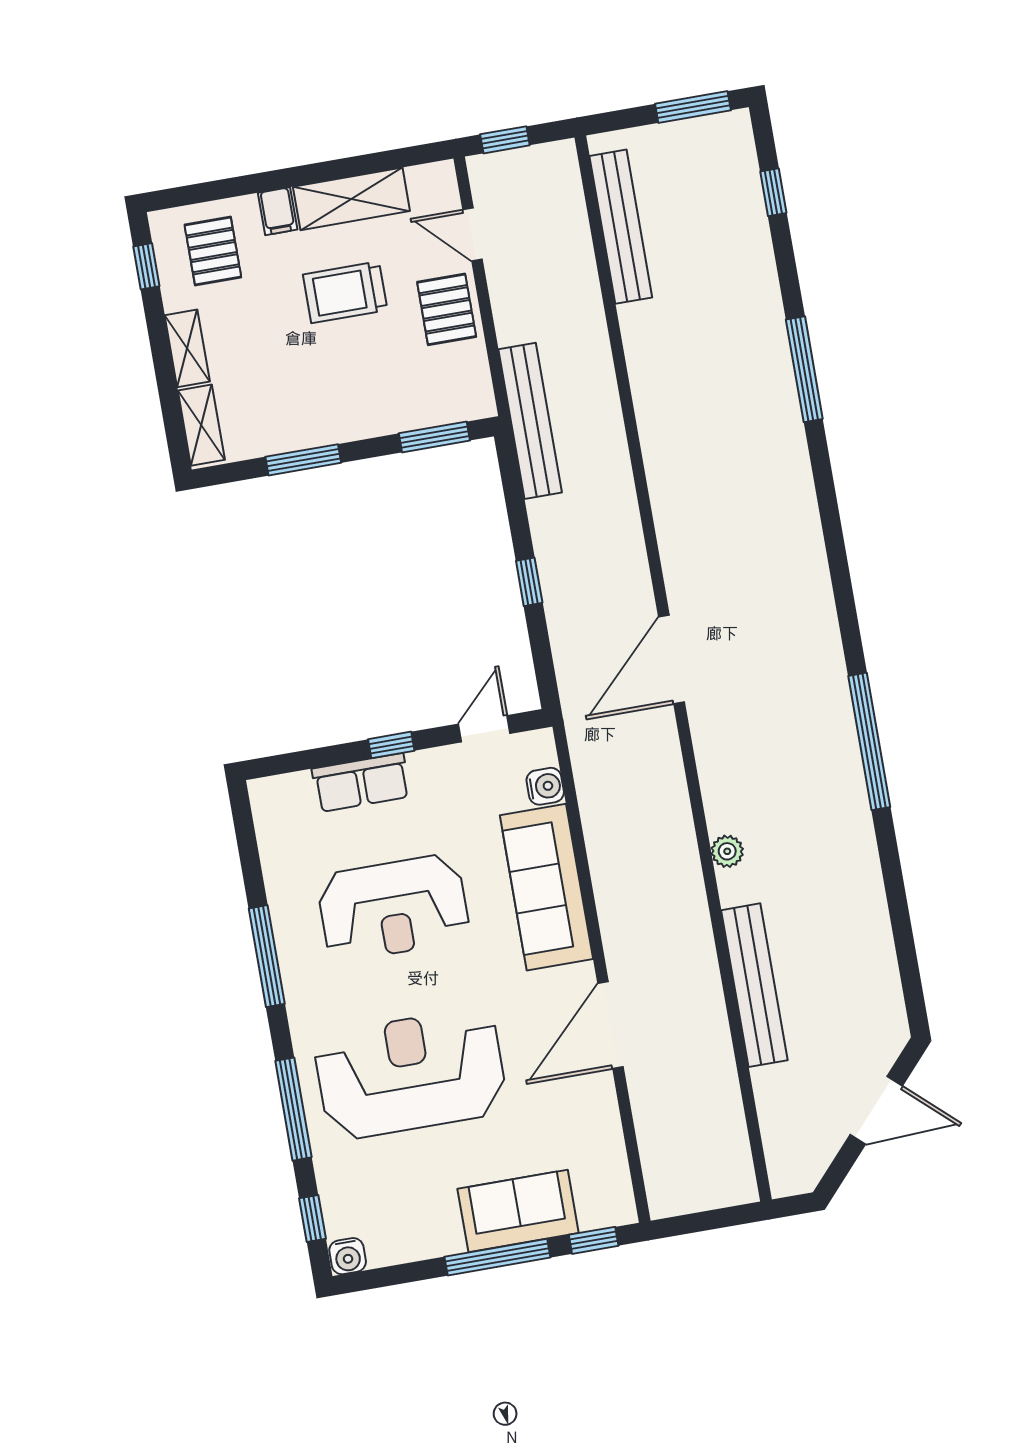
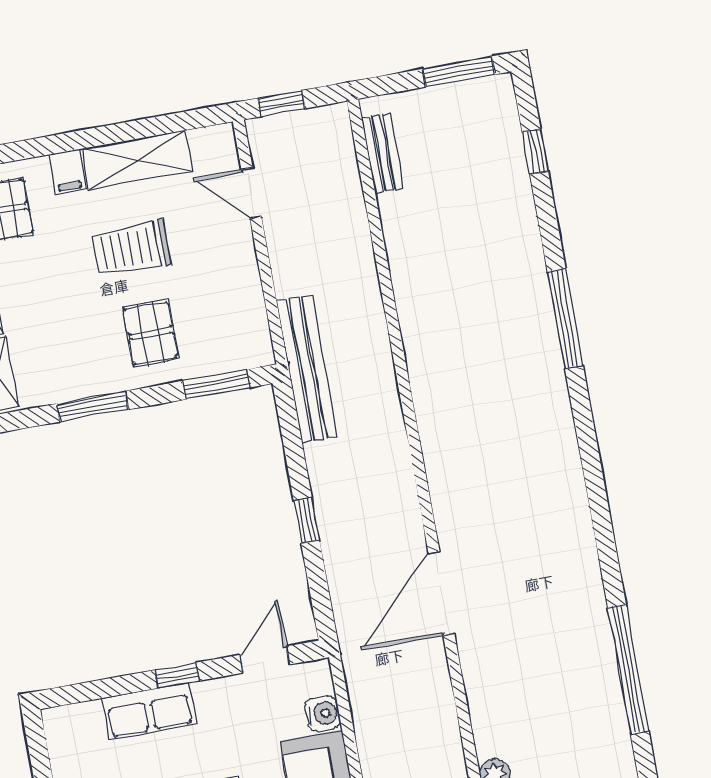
bench: (621, 227) -> (382, 153), width x0.54, depth x0.82
pallet: (447, 309) -> (151, 333), moved

